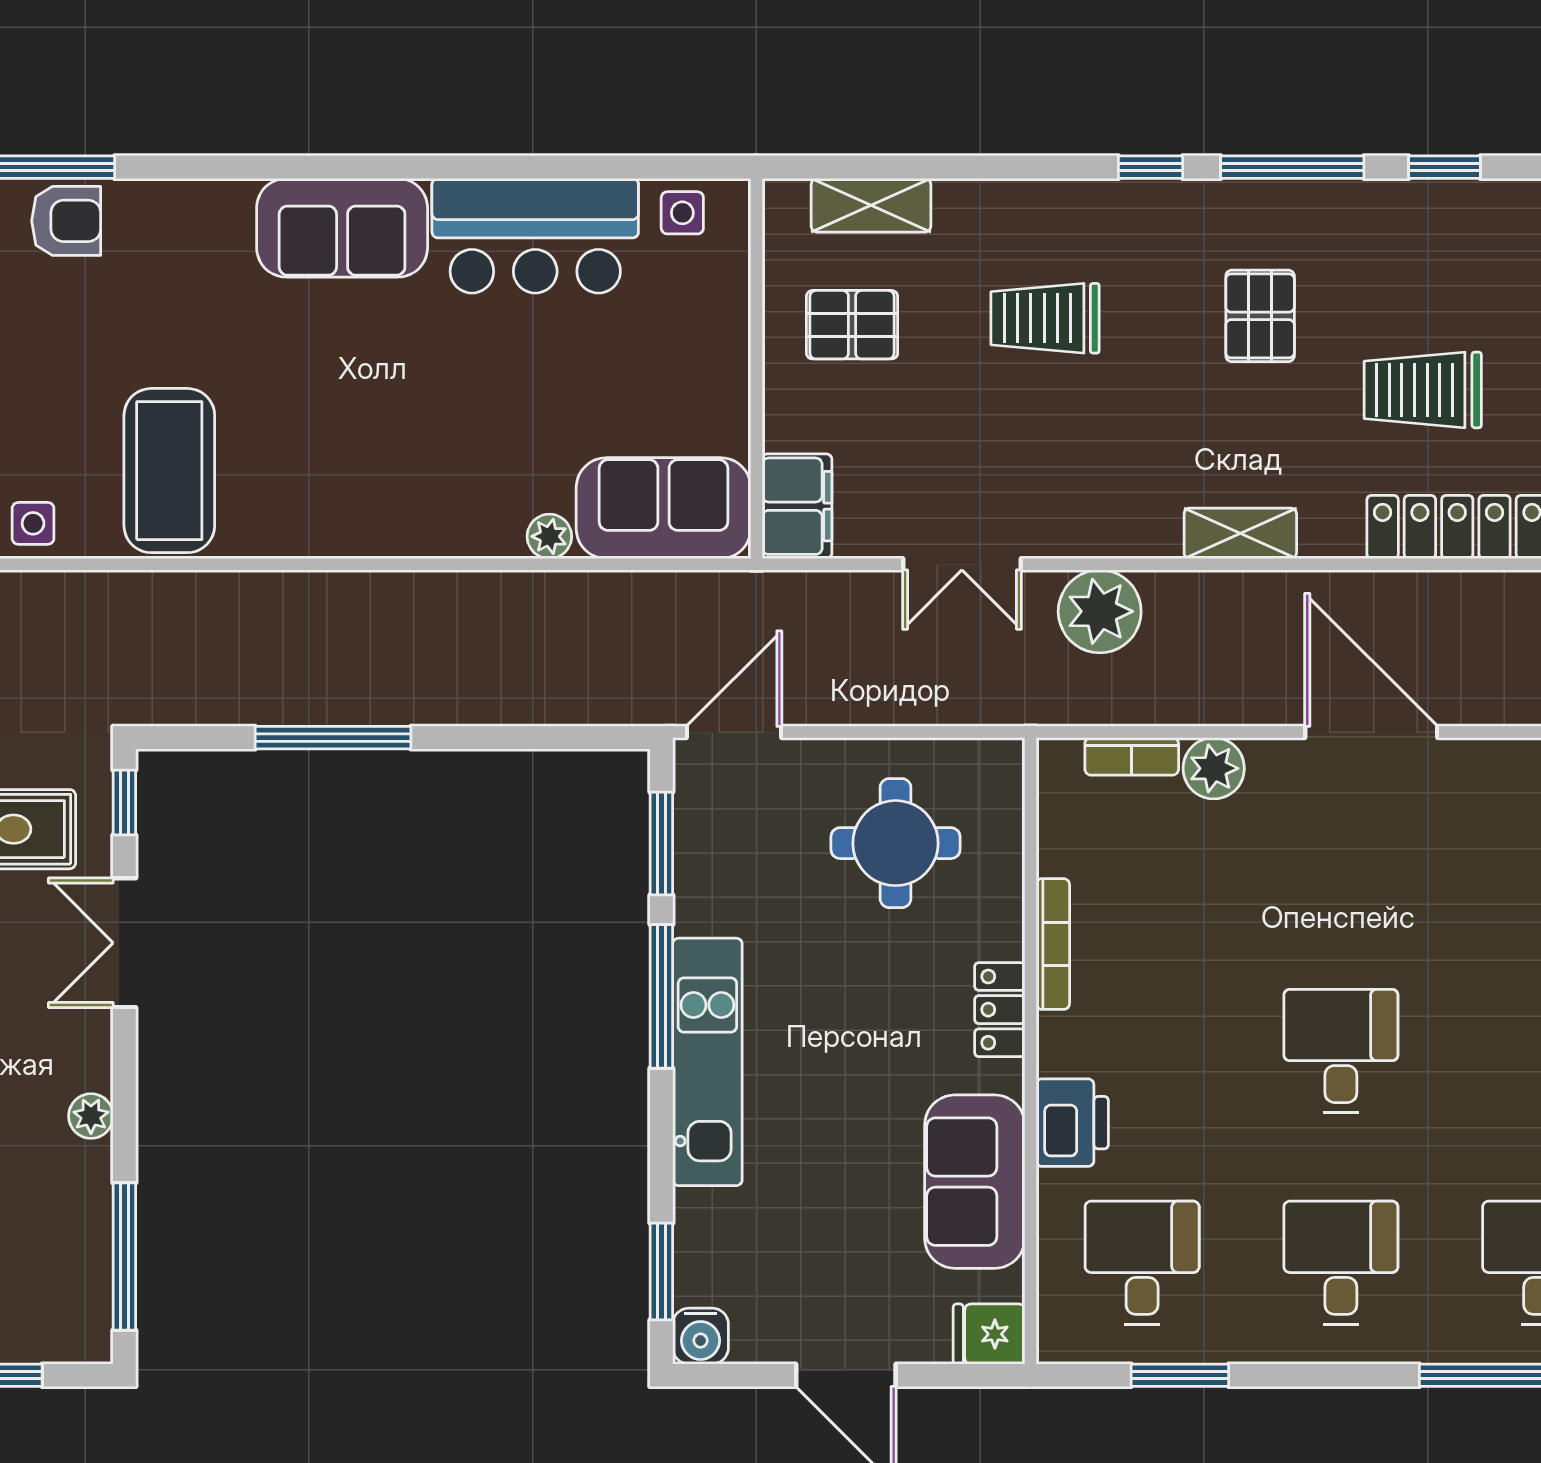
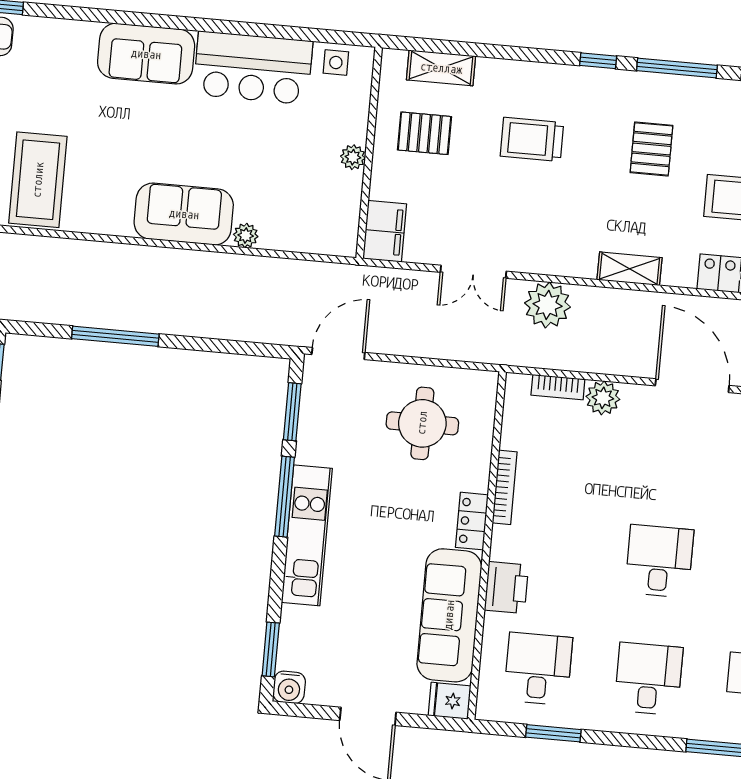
plant: (728, 379) -> (353, 157), added
sofa: (663, 508) -> (184, 214), moved
sofa: (975, 1182) -> (449, 615), width x1.36

